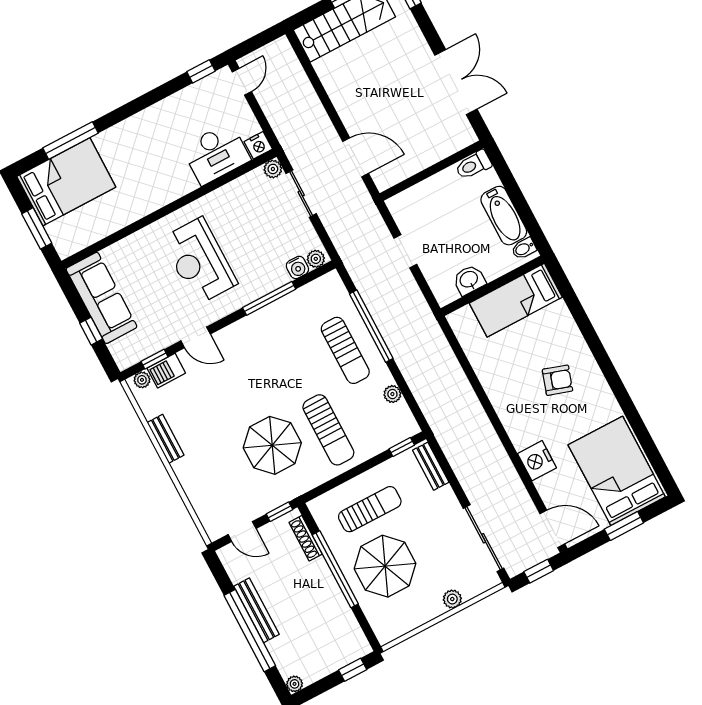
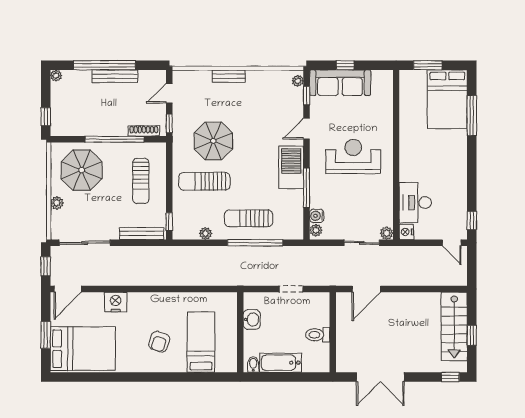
toilet: (473, 165) -> (318, 335), moved, turned -90
sofa: (102, 298) -> (340, 83), moved
bed: (516, 300) -> (201, 342), moved
barbecue: (166, 371) -> (291, 167), moved, width x1.88, depth x1.53
bench: (166, 439) -> (229, 76), moved
bench: (431, 466) -> (142, 233), width x1.36
parasol: (385, 566) -> (82, 170), moved

